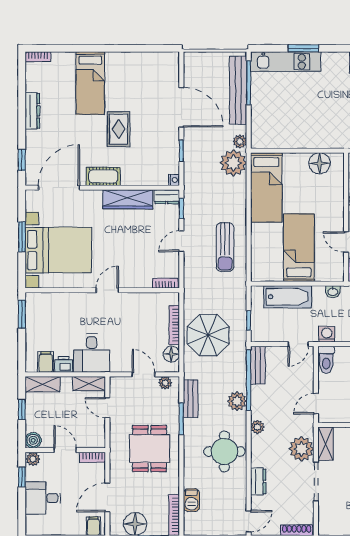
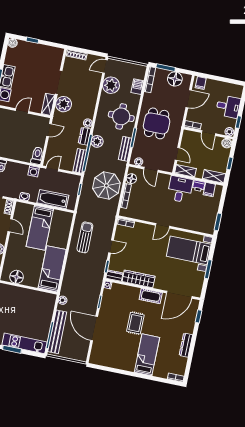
plant: (233, 163) -> (111, 85), moved
bed with nightstands: (58, 250) -> (189, 250), width x0.73
round table: (224, 452) -> (121, 116), moved
dresser: (258, 481) -> (85, 136), moved

